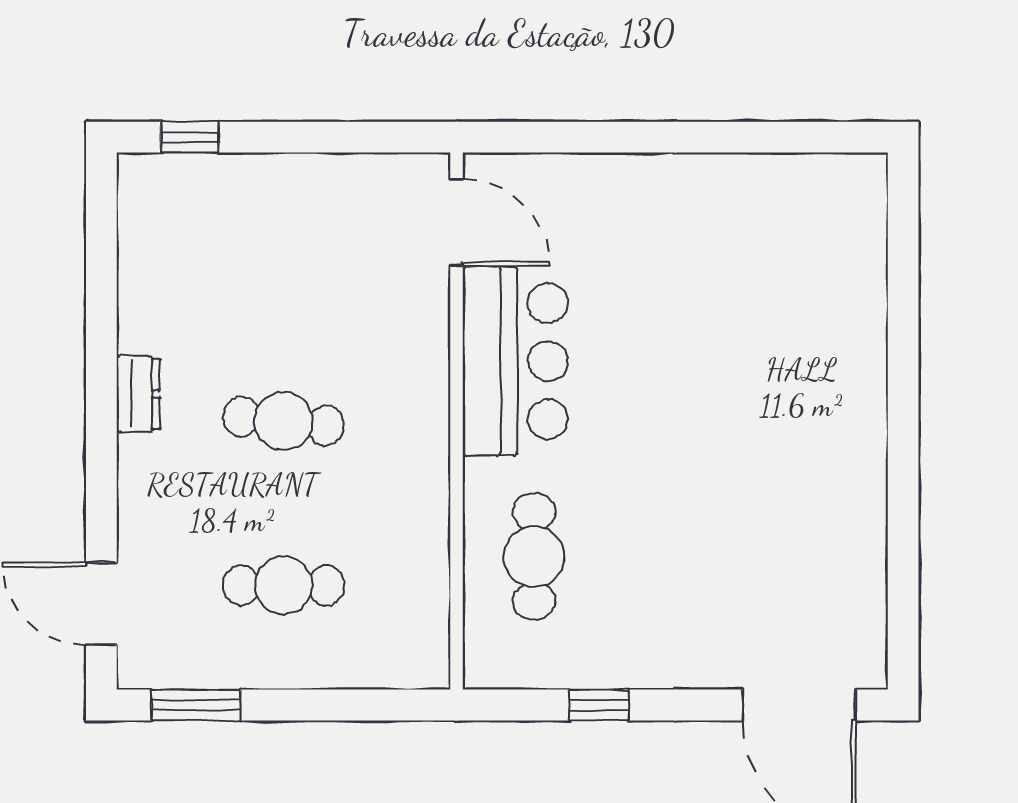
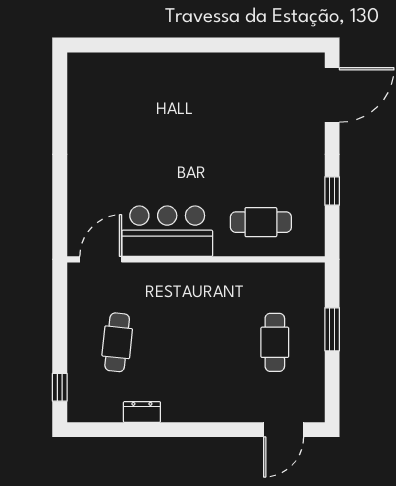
dresser: (138, 394) -> (142, 412), moved
cafe table: (284, 421) -> (117, 342), moved
window: (196, 705) -> (332, 329), moved

